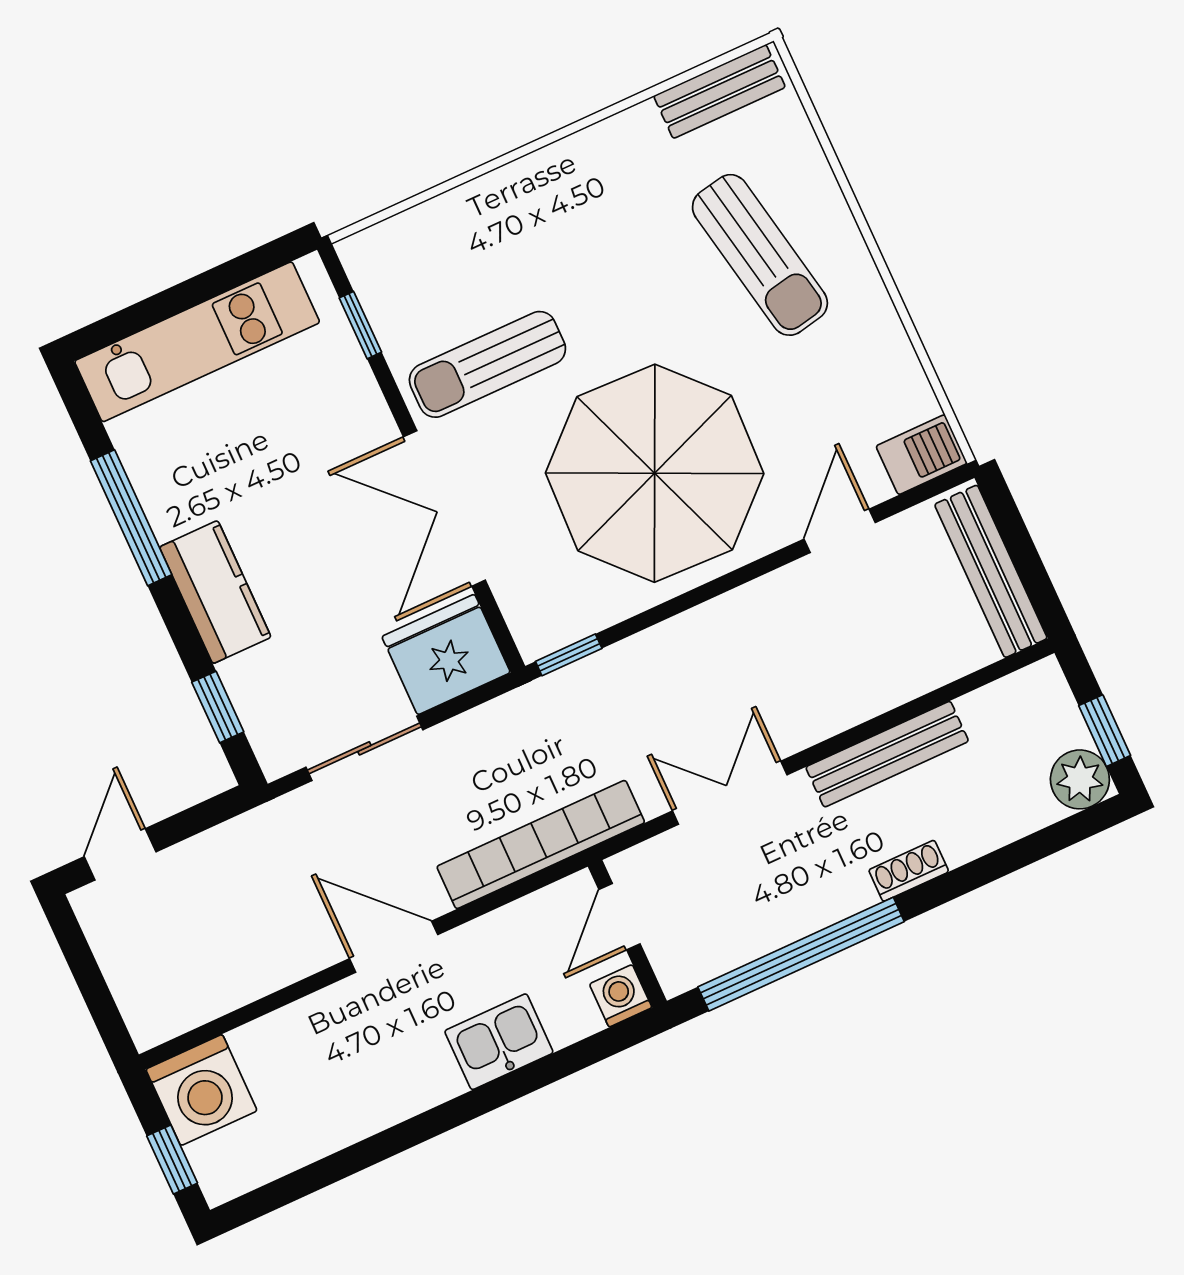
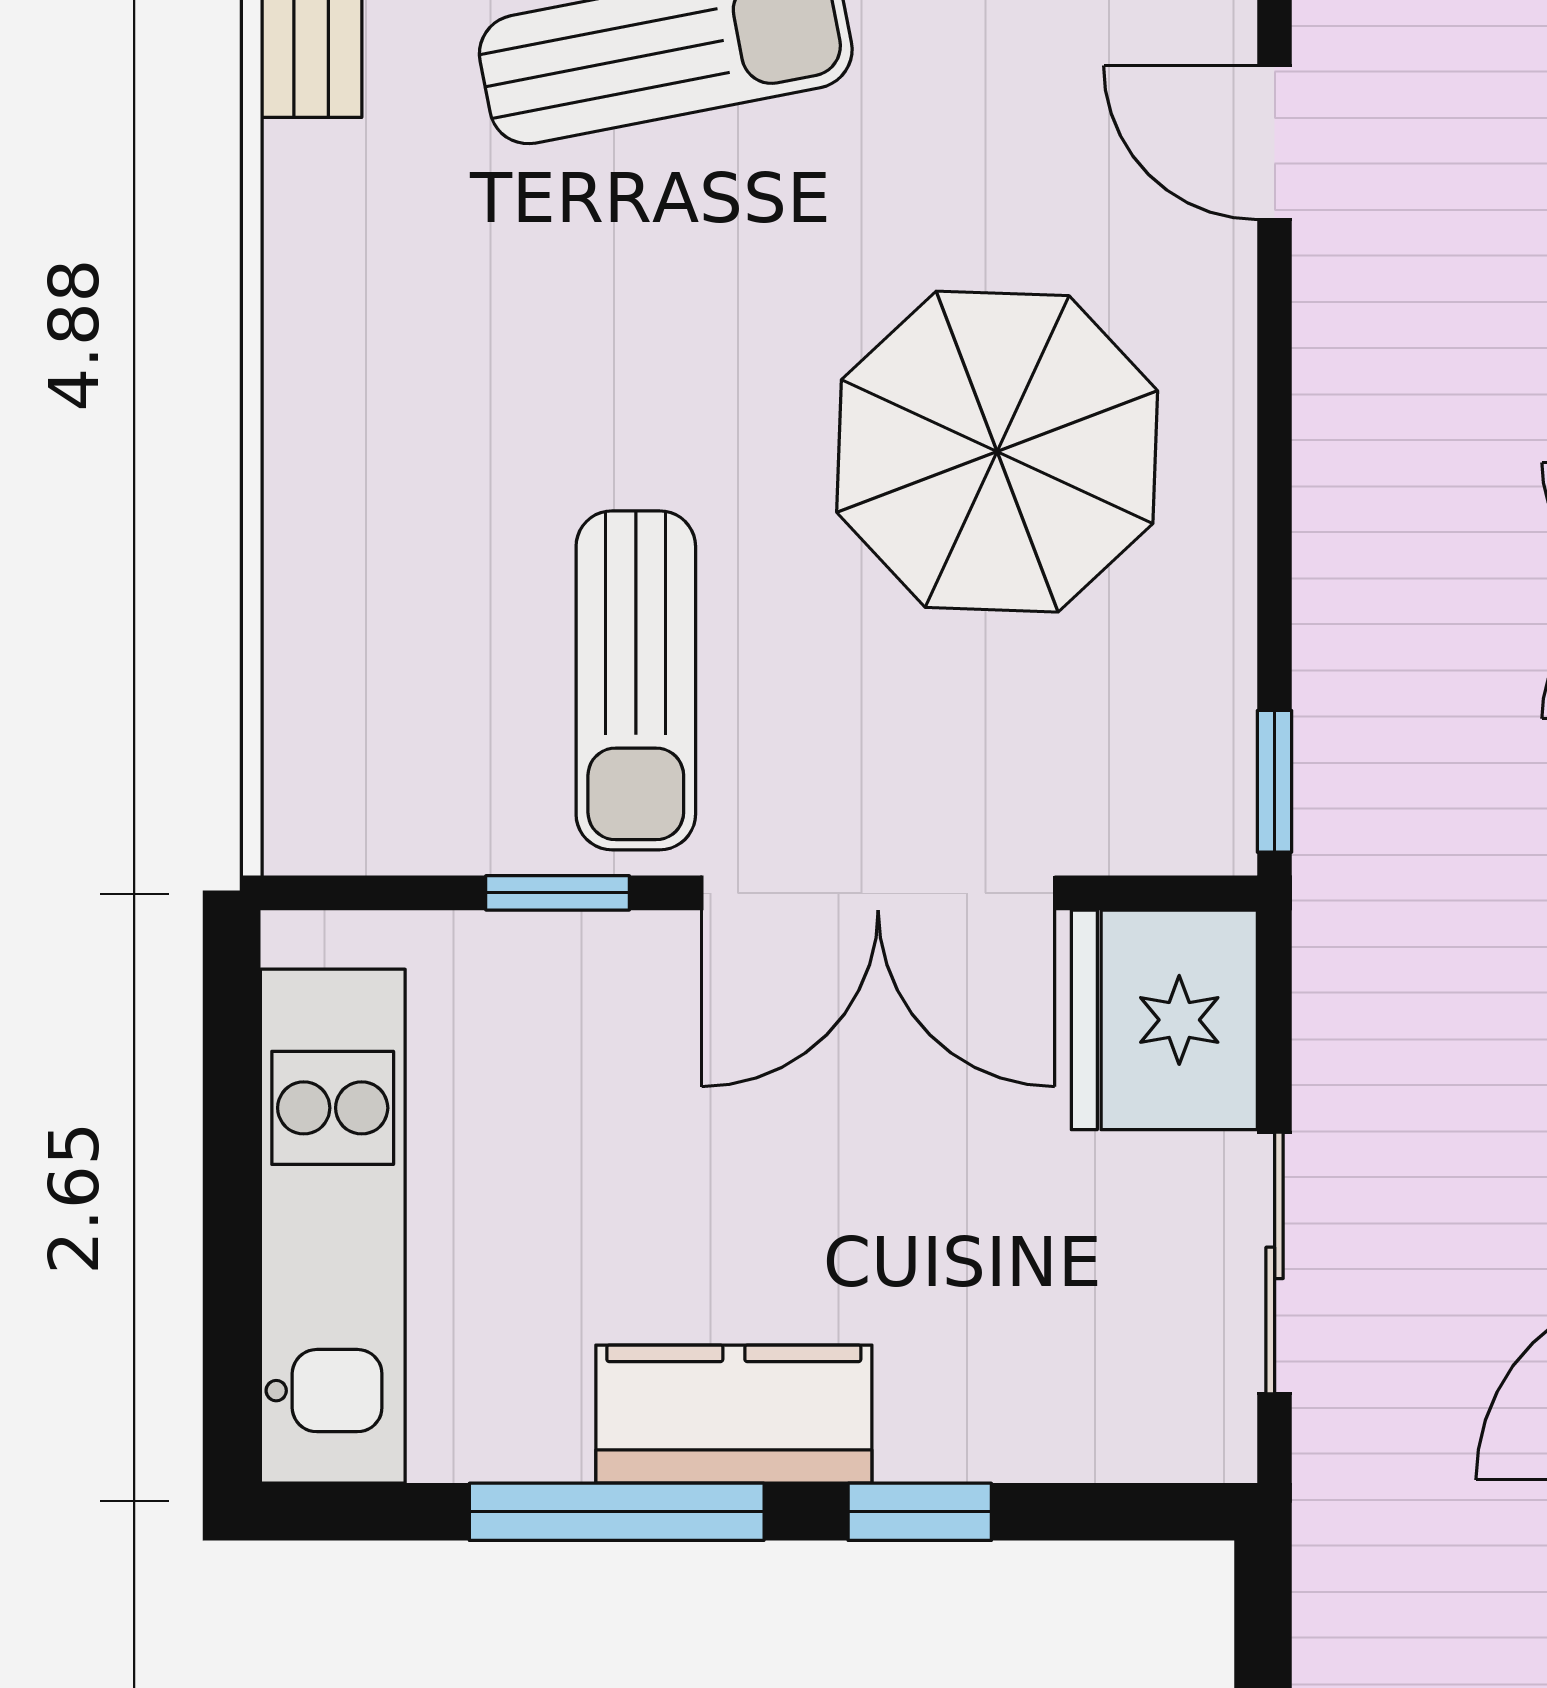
window: (360, 325) -> (558, 893), moved
parasol: (655, 473) -> (997, 452), width x0.73, depth x0.73
kitchen counter: (215, 592) -> (734, 1414), moved
window: (218, 707) -> (920, 1512), moved

